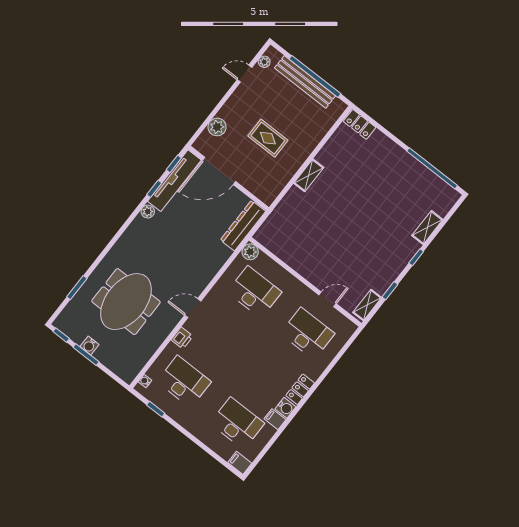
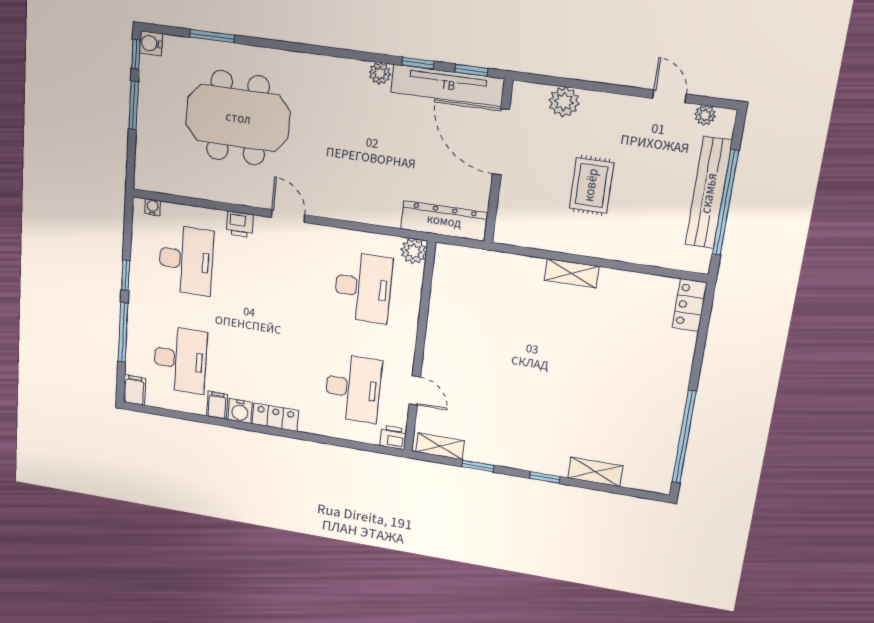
printer: (348, 329) -> (393, 437), added
water cooler: (89, 346) -> (151, 43), moved
window: (156, 409) -> (126, 275), moved
window: (203, 446) -> (123, 332), added

